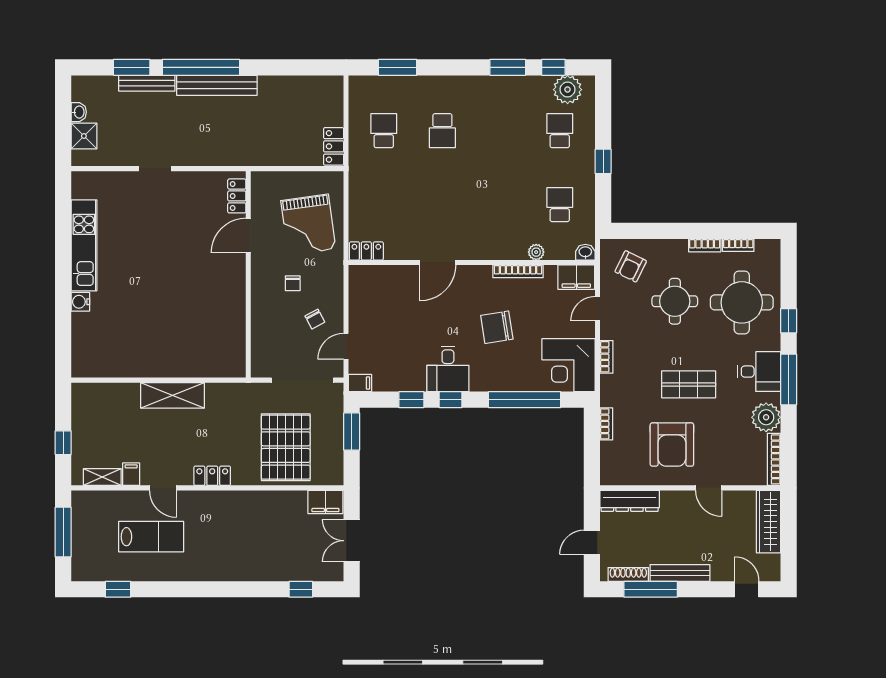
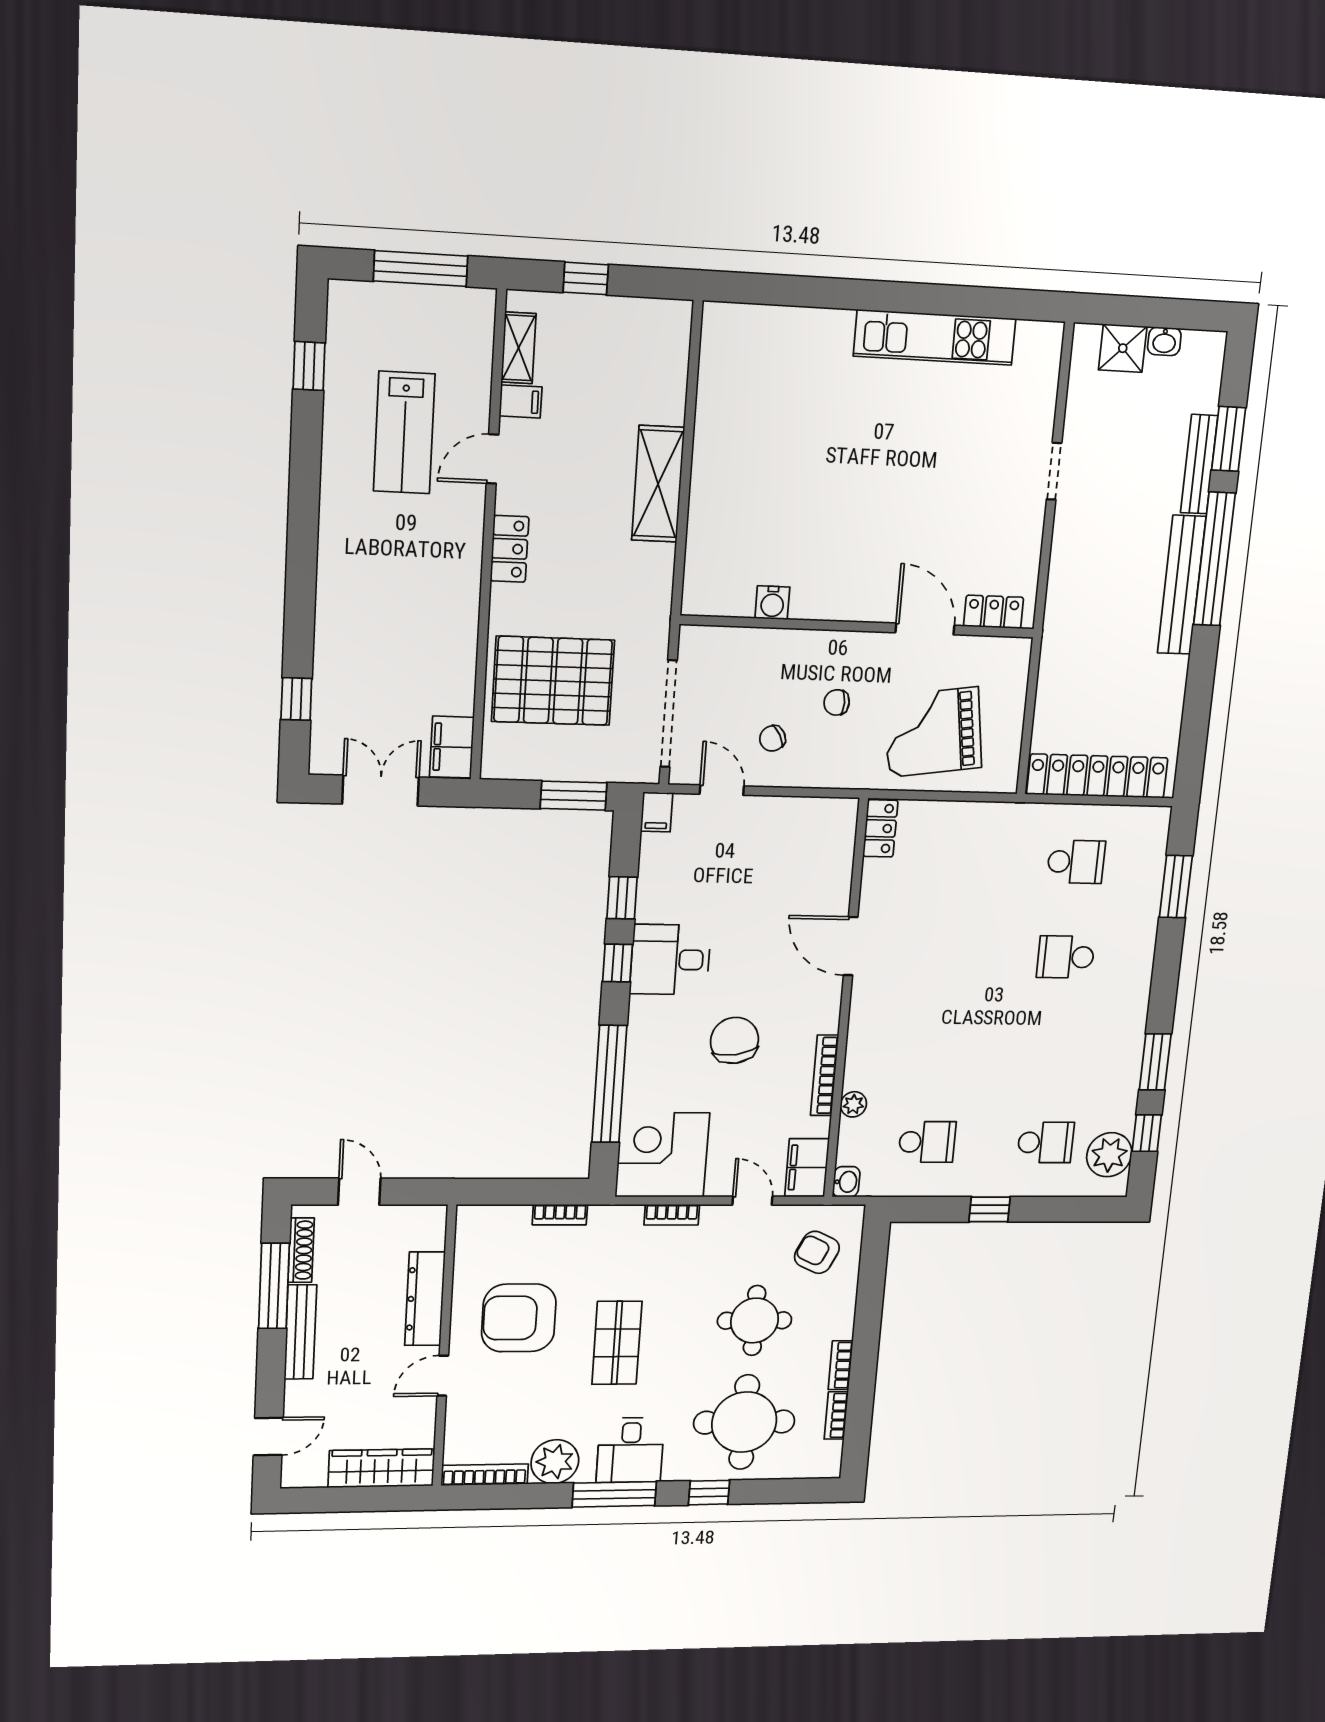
locker: (334, 146) -> (1097, 776), width x2.16, depth x1.21
water cooler: (80, 302) -> (772, 603), moved, turned 180
dresser: (630, 501) -> (425, 1299), moved

